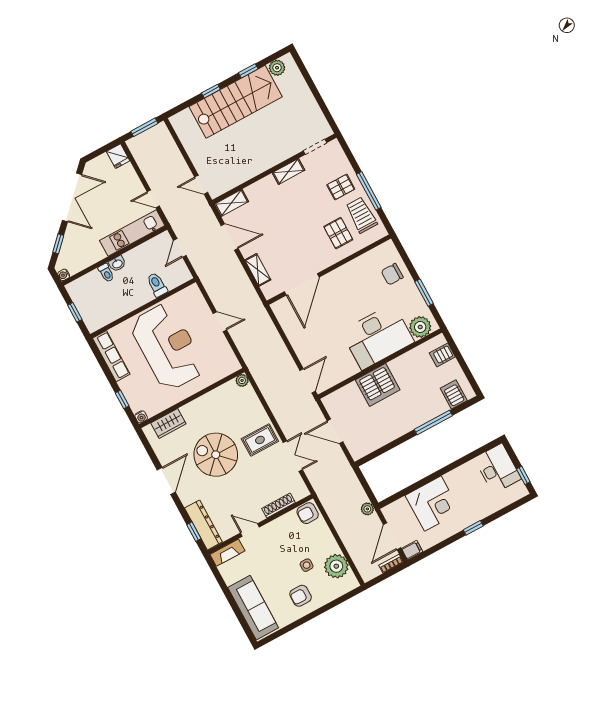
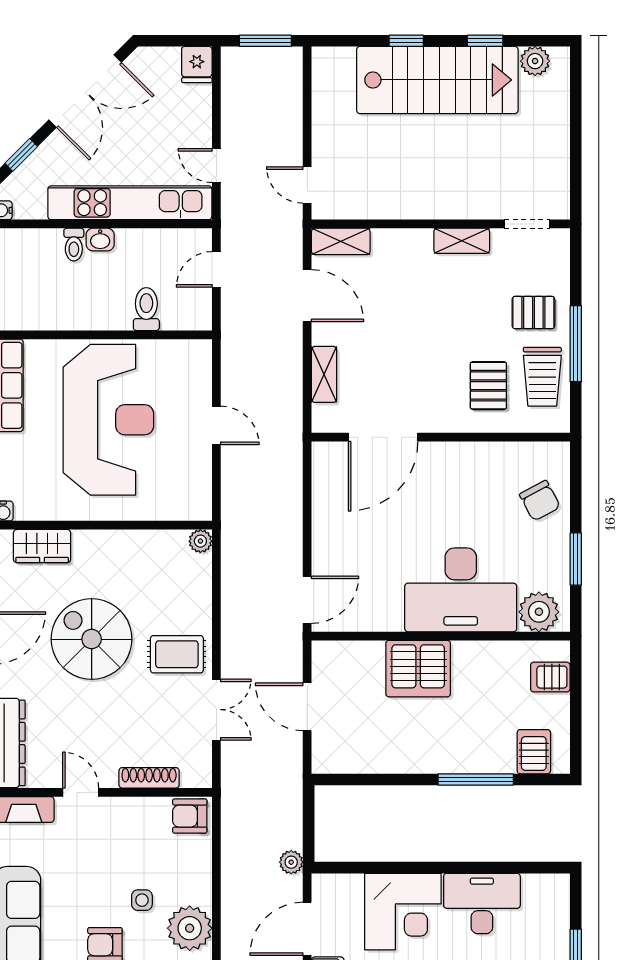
trolley: (361, 215) -> (542, 377), turned 180
kitchen unit: (132, 233) -> (130, 203), width x1.36
chair: (392, 274) -> (540, 501), turned -118
desk: (498, 468) -> (482, 903), moved, turned -90

